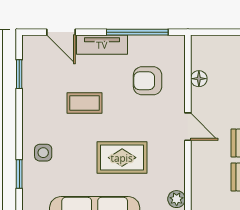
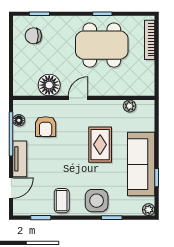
floor lamp: (156, 43) -> (19, 120), added
floor lamp: (199, 79) -> (49, 85), width x1.89, depth x1.89
coffee table: (85, 103) -> (62, 201), moved
side table: (43, 153) -> (97, 201), width x1.87, depth x1.87

